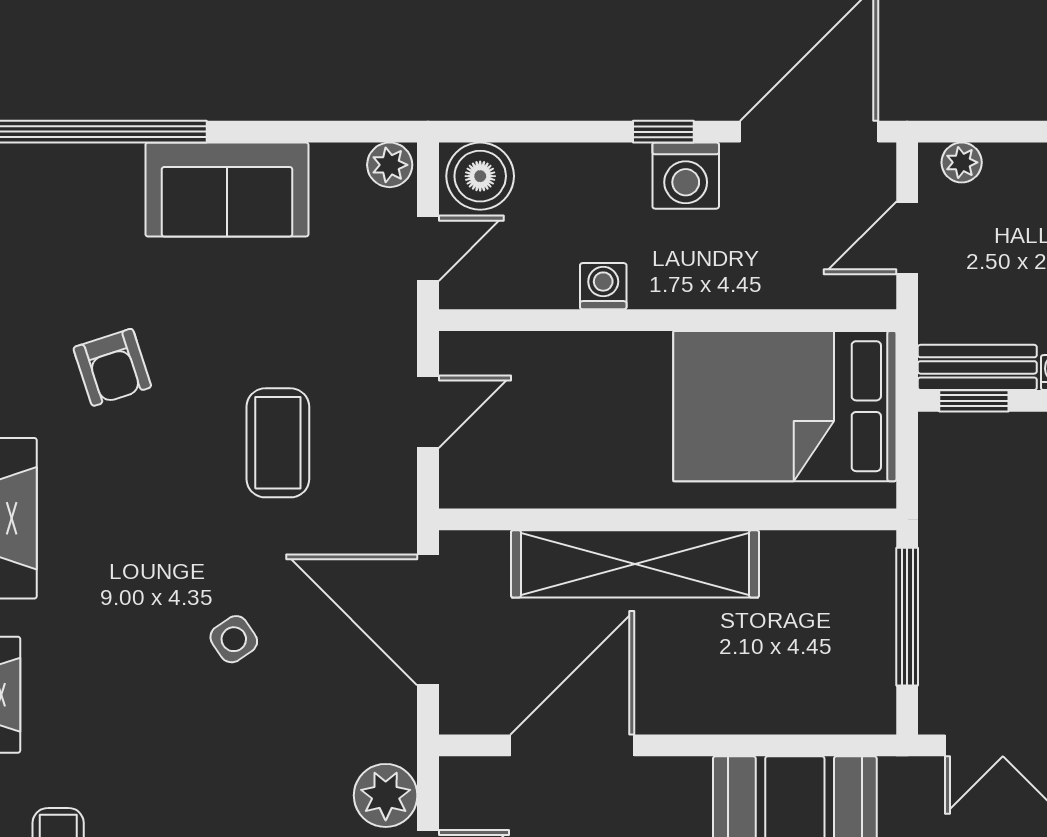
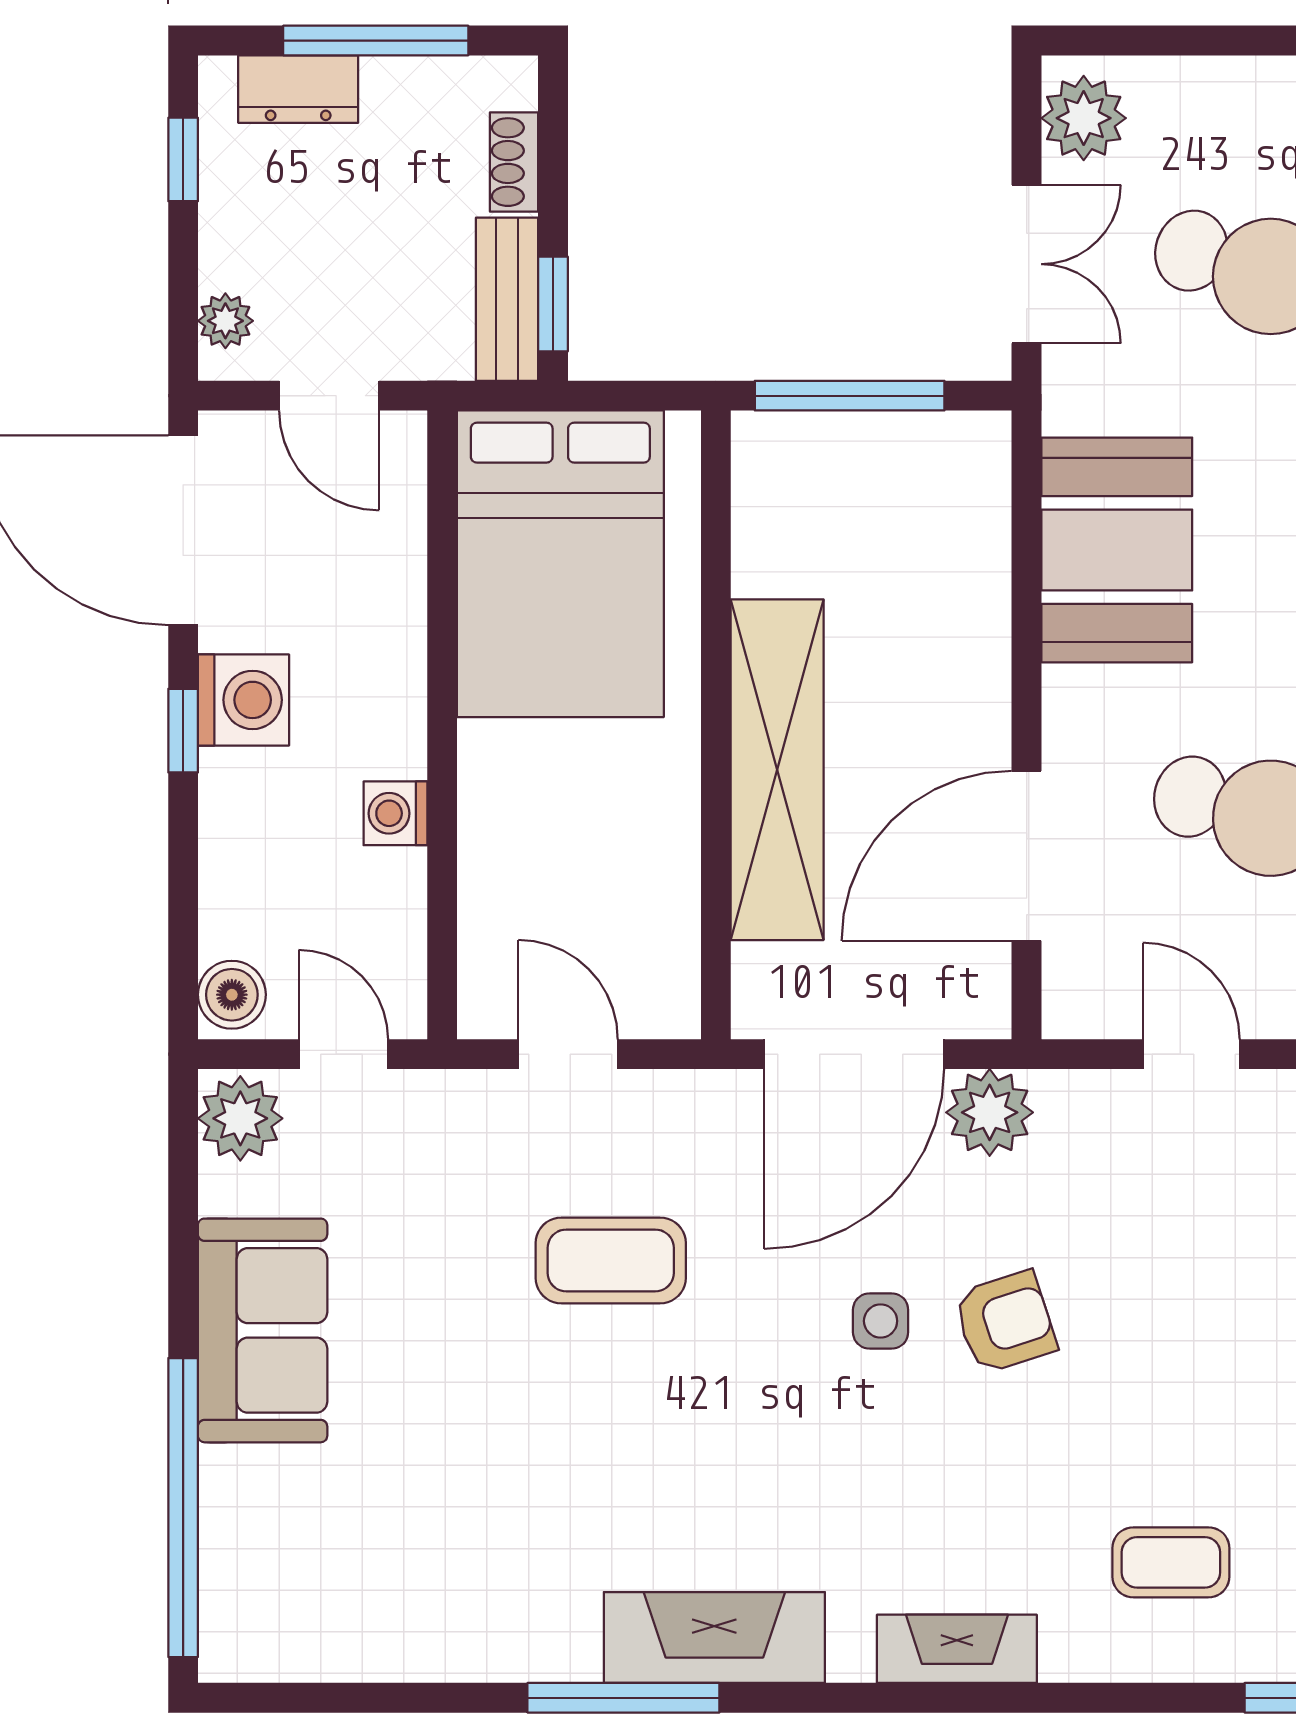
plant: (390, 165) -> (240, 1118), width x1.38, depth x1.38
boiler: (480, 176) -> (232, 995), width x0.73, depth x0.73
armchair: (112, 367) -> (1005, 1322), moved
side table: (234, 639) -> (881, 1321), turned 34
door: (572, 745) -> (1027, 856), hinge flipped
plant: (386, 795) -> (990, 1112), moved

